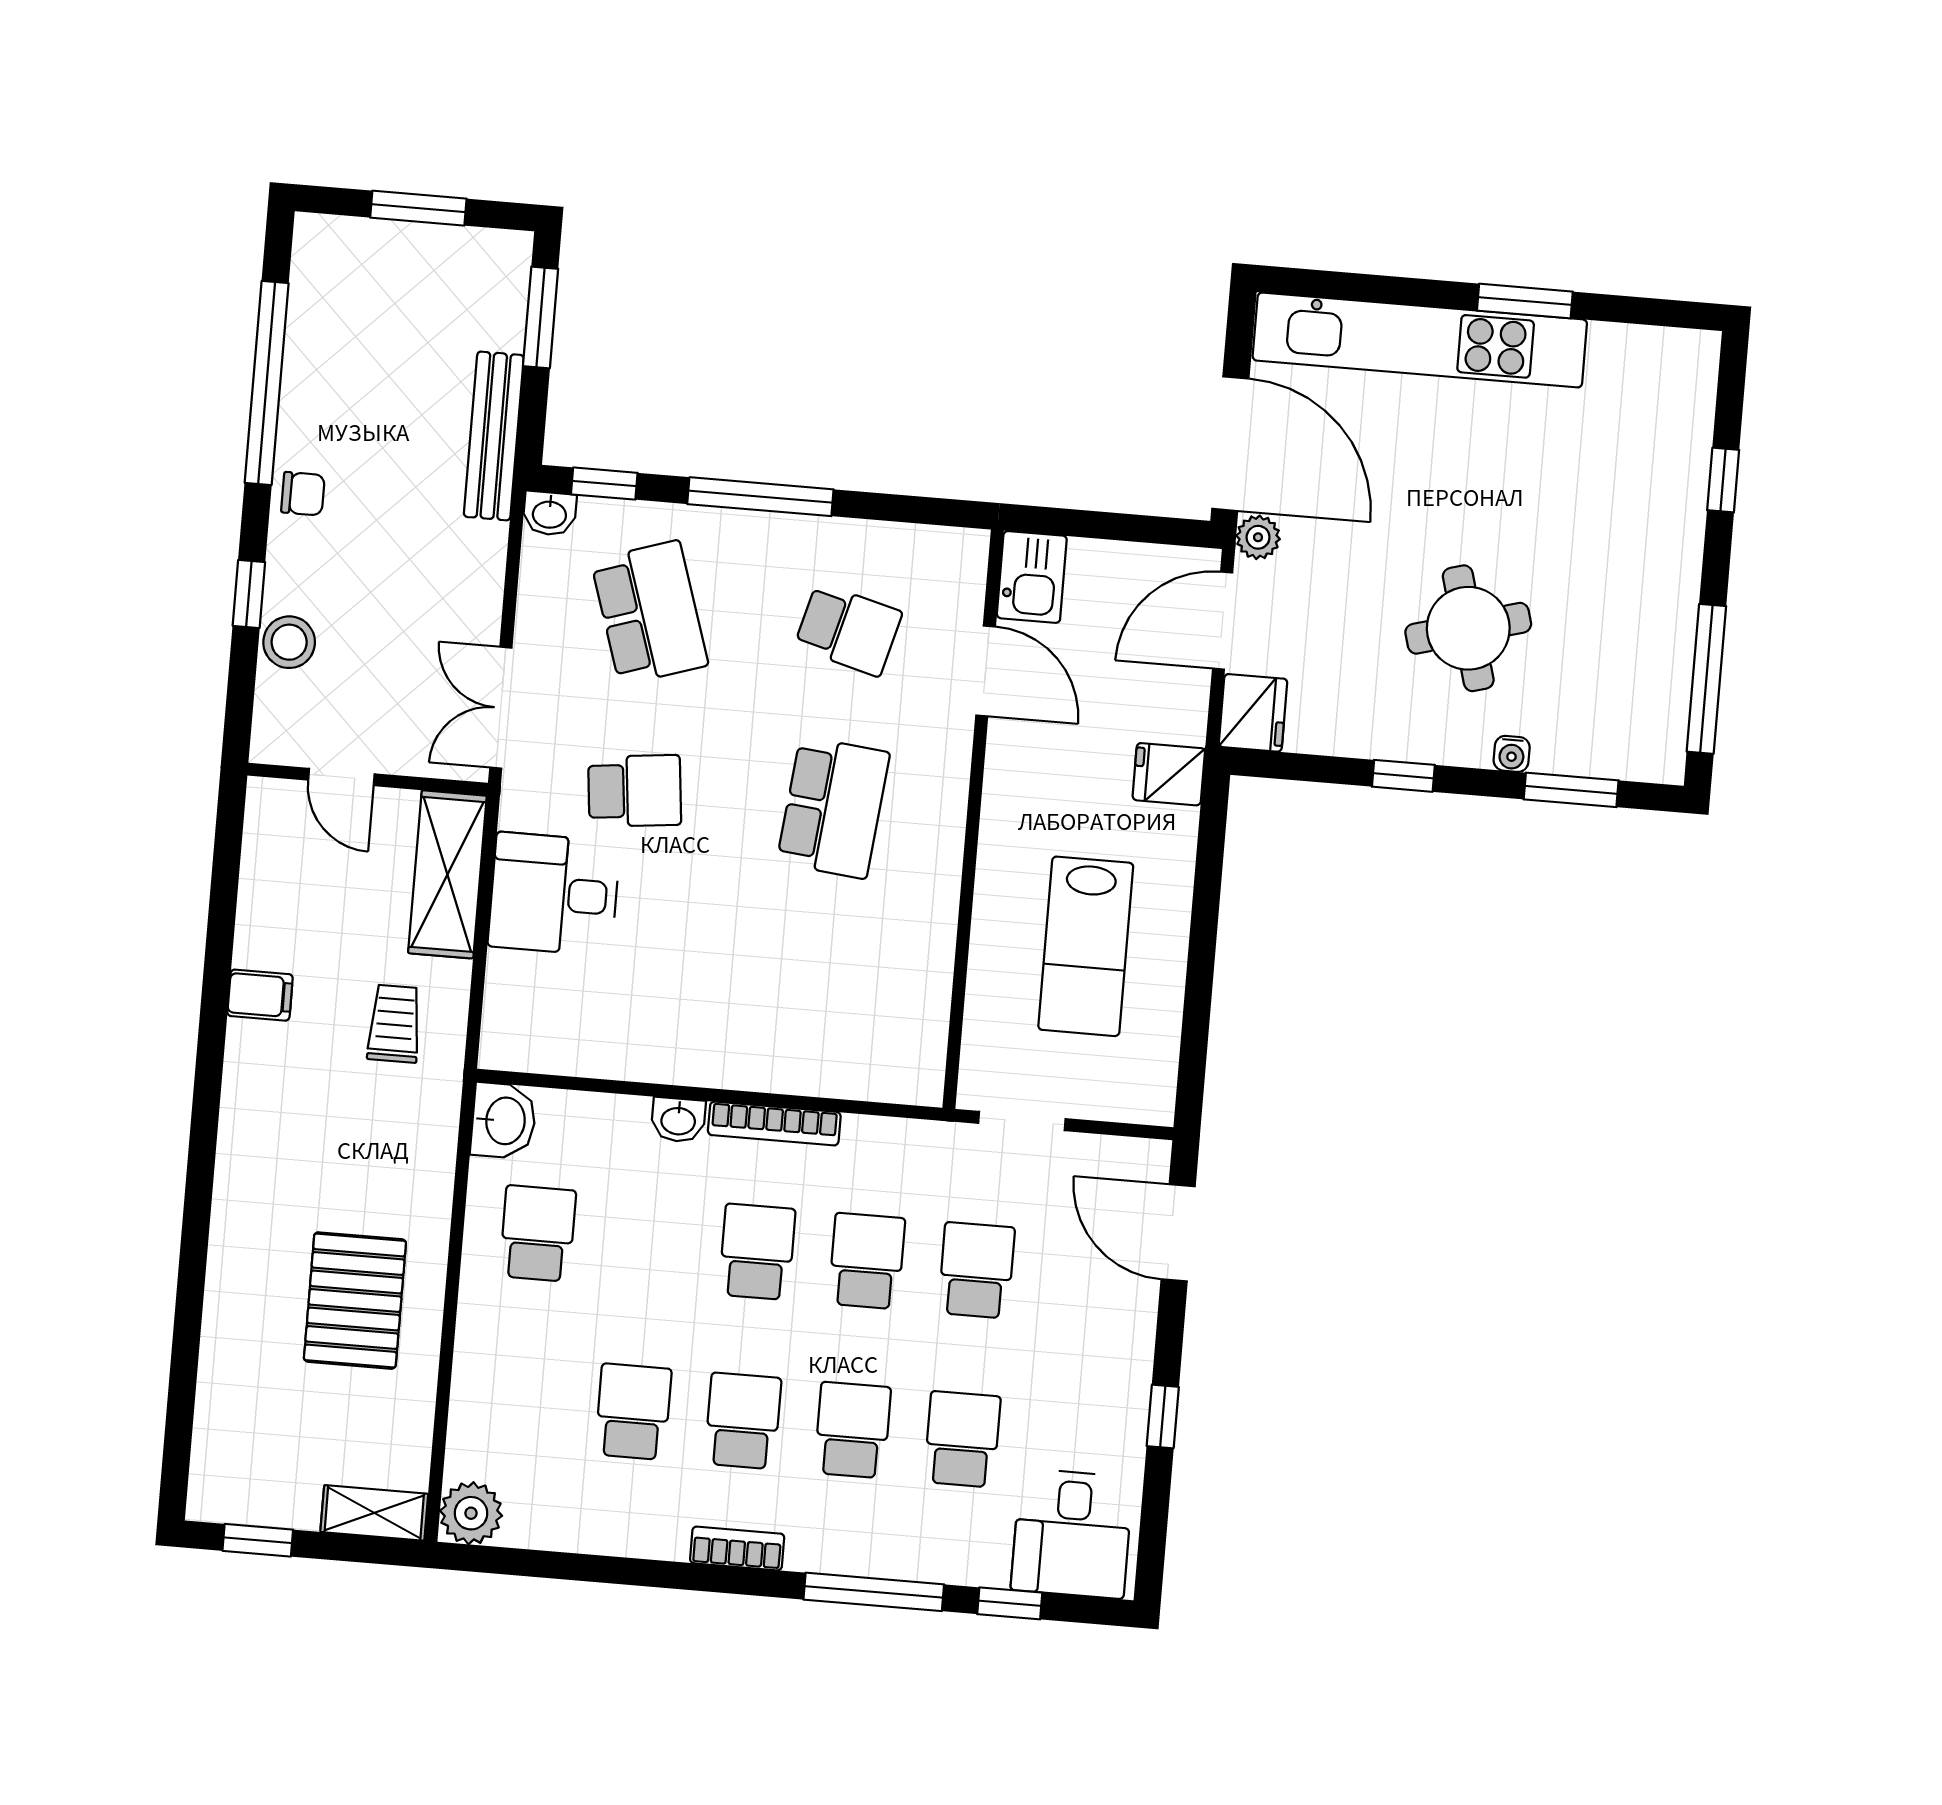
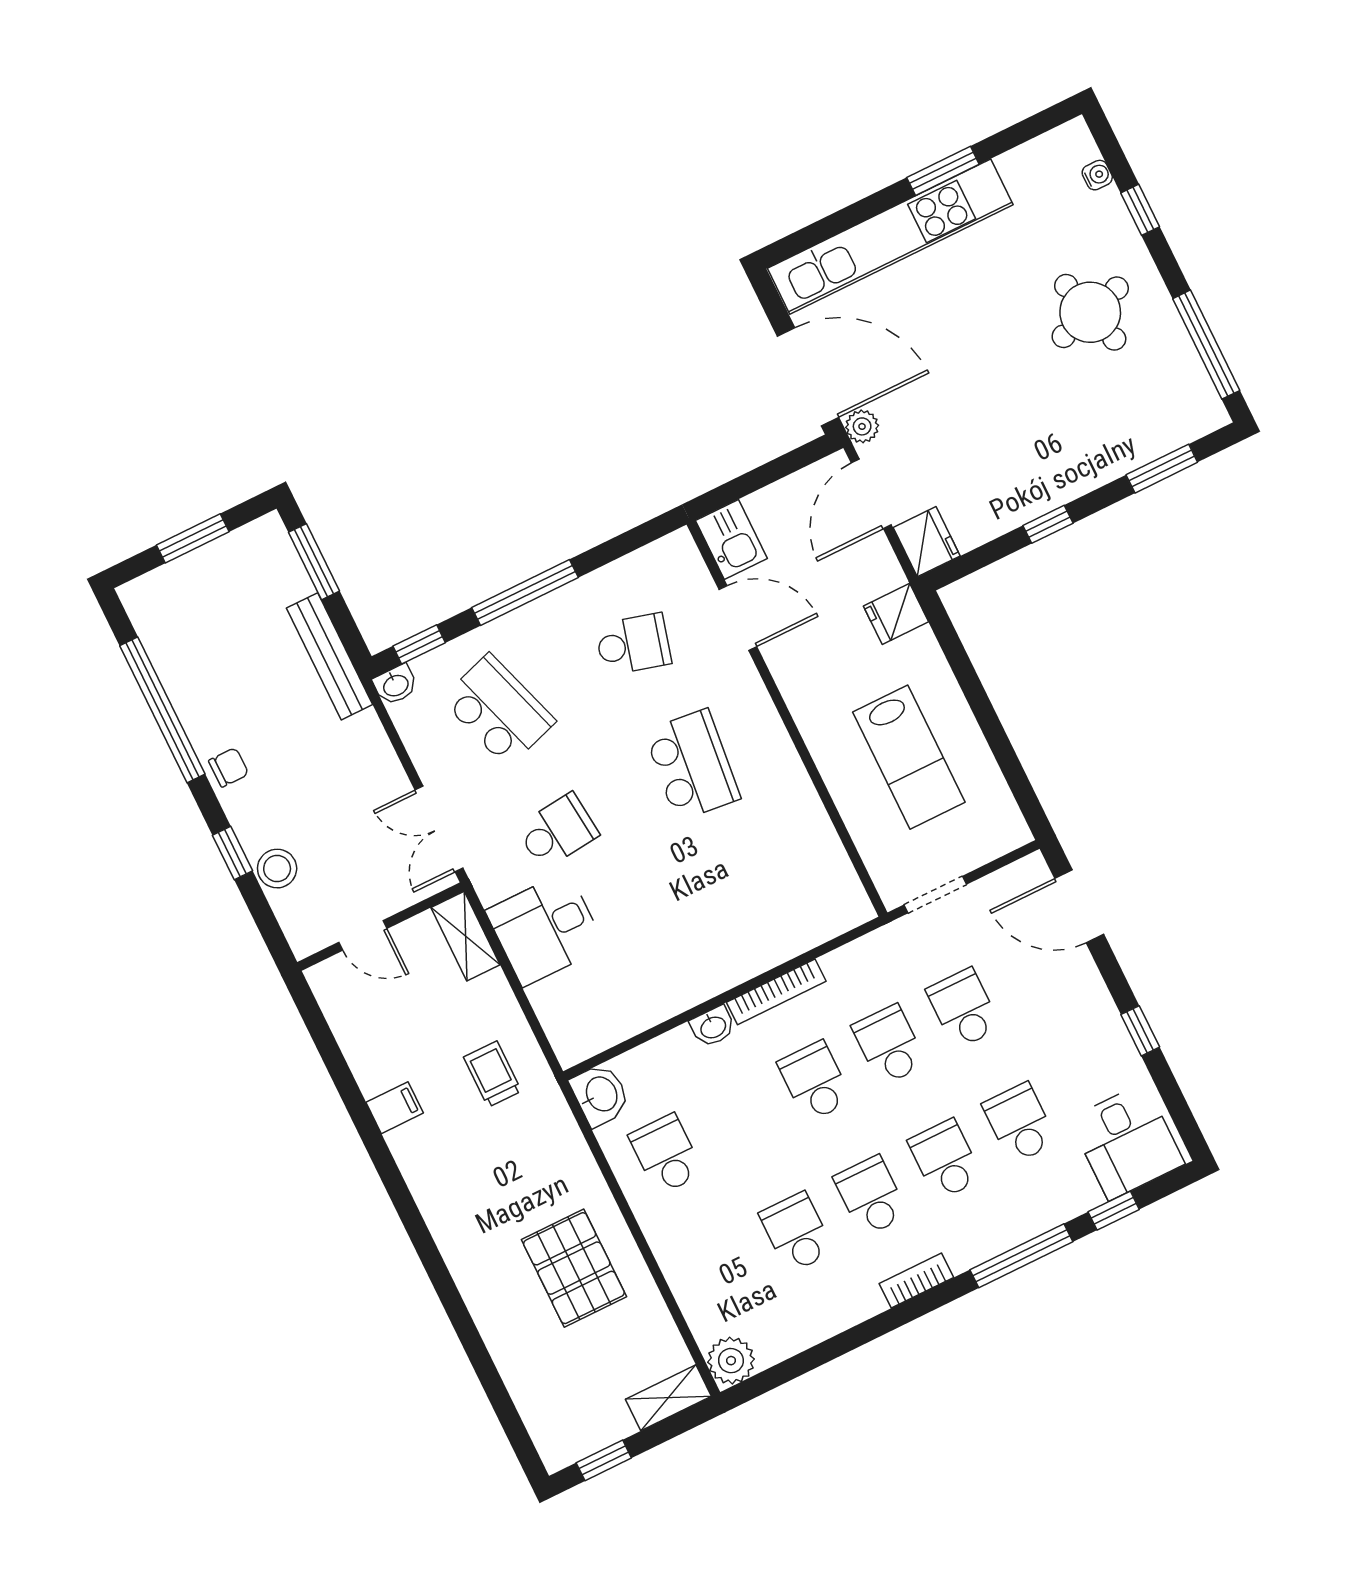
round table: (1468, 628) -> (1090, 312), moved
water cooler: (1512, 754) -> (1097, 175), moved, turned -90
shelving: (447, 874) -> (466, 936), width x0.67, depth x0.75

